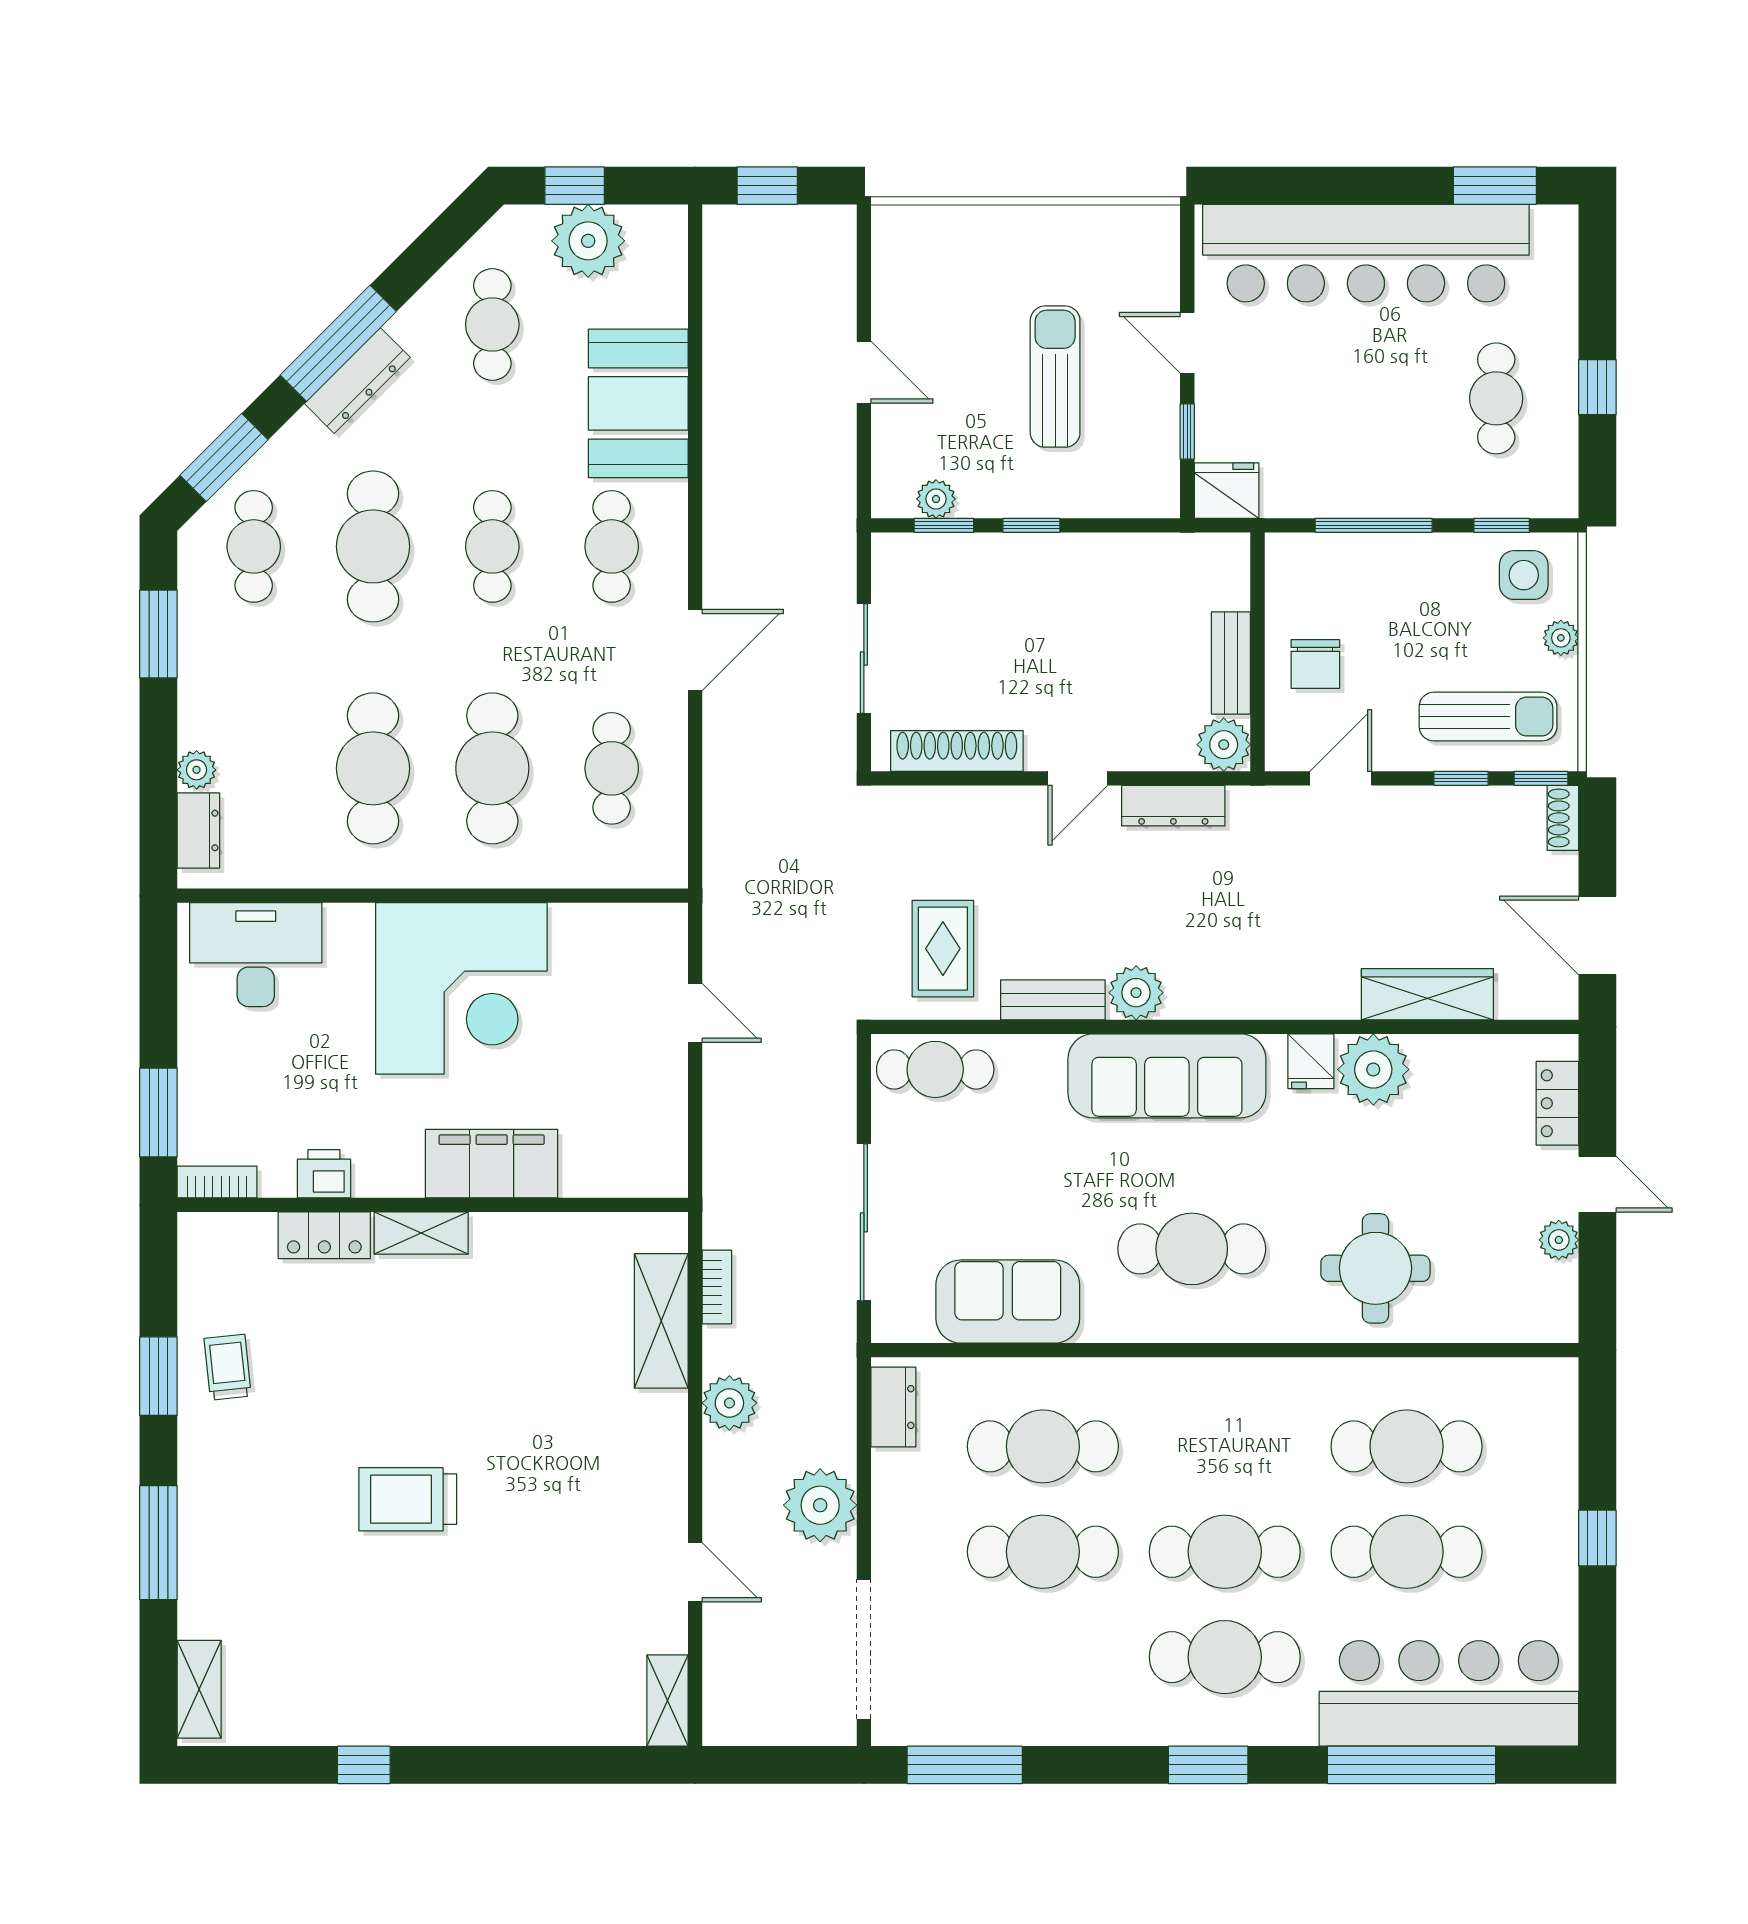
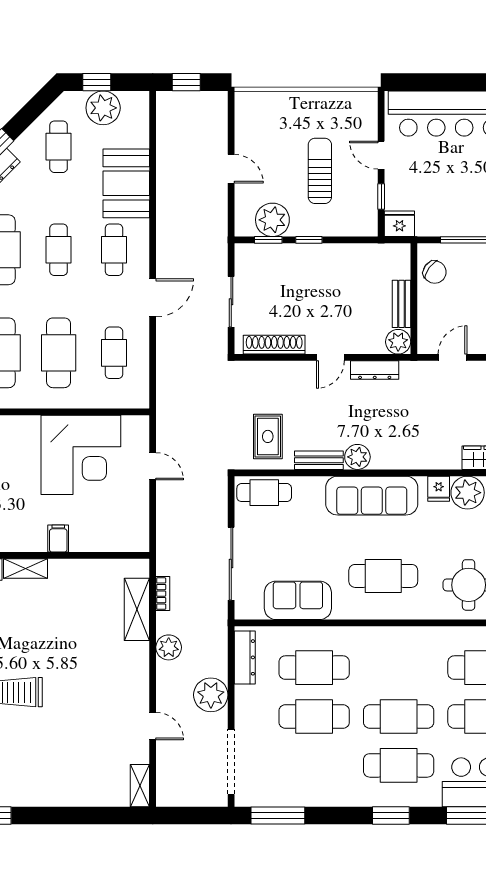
plant: (936, 499) -> (272, 220), width x1.87, depth x1.87
chair: (1315, 664) -> (435, 272), moved, turned -54
corner desk: (461, 988) -> (81, 455), moved
filing cabinet: (492, 1164) -> (58, 539), width x0.33, depth x0.86
dresser: (893, 1407) -> (245, 657), width x1.44

